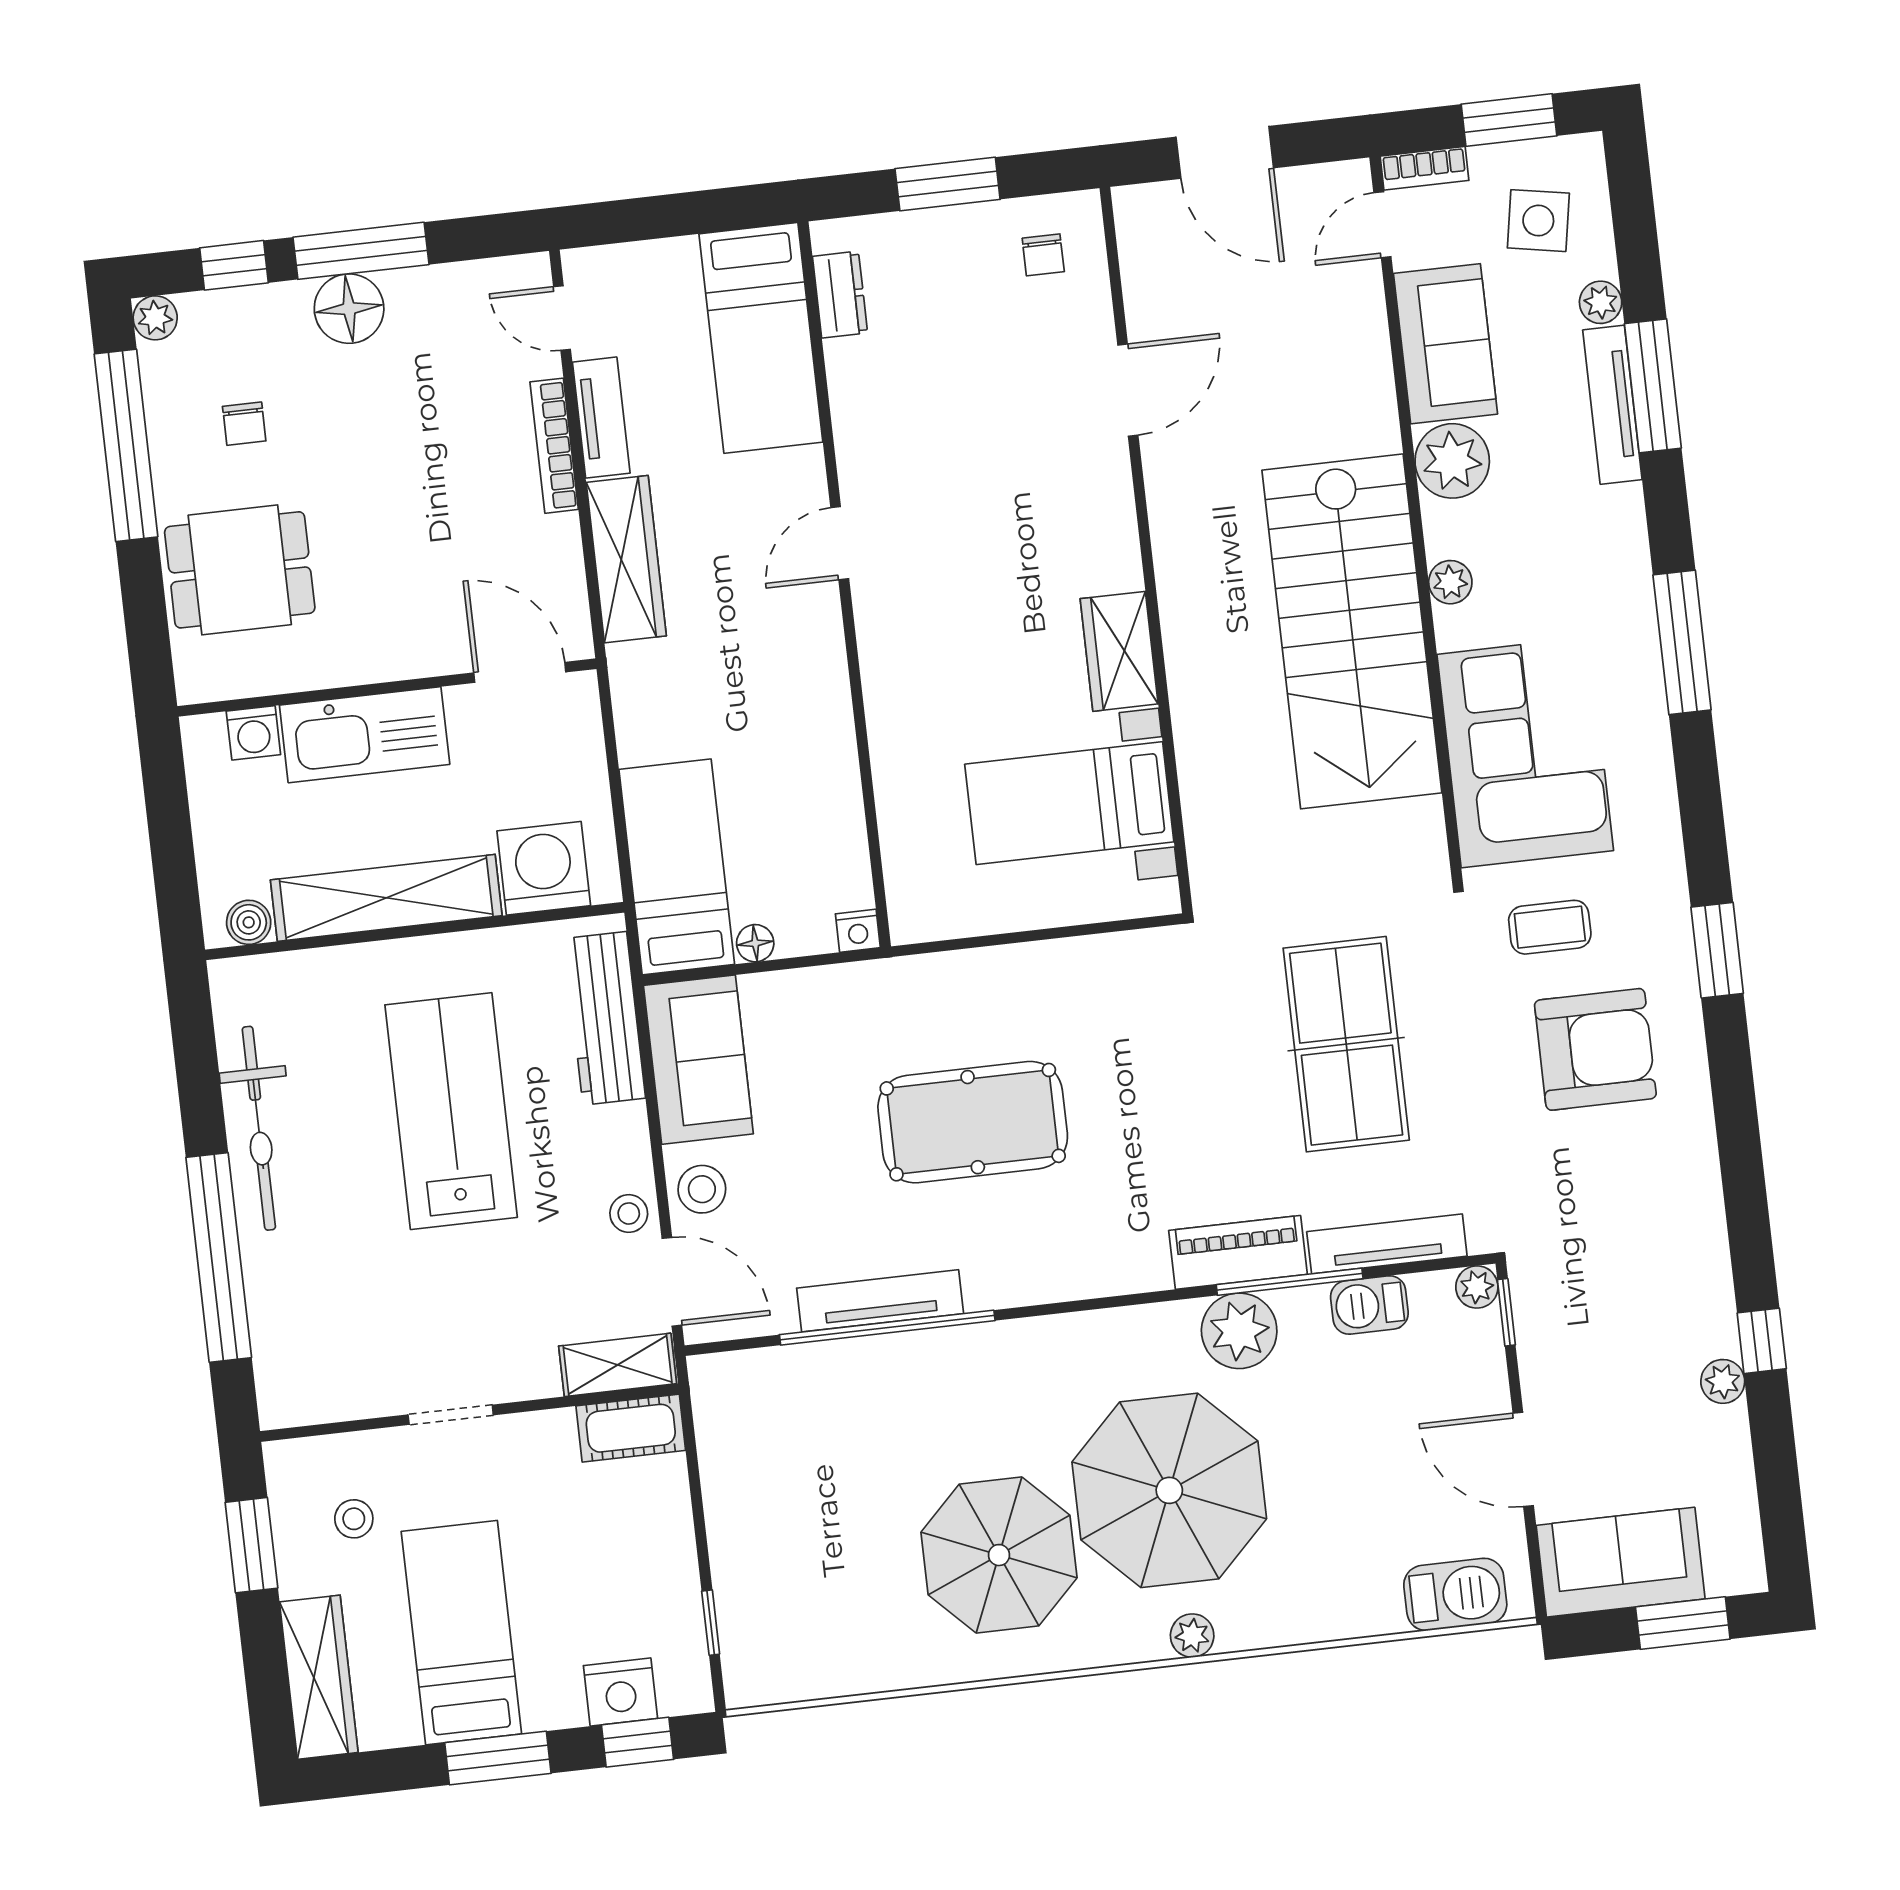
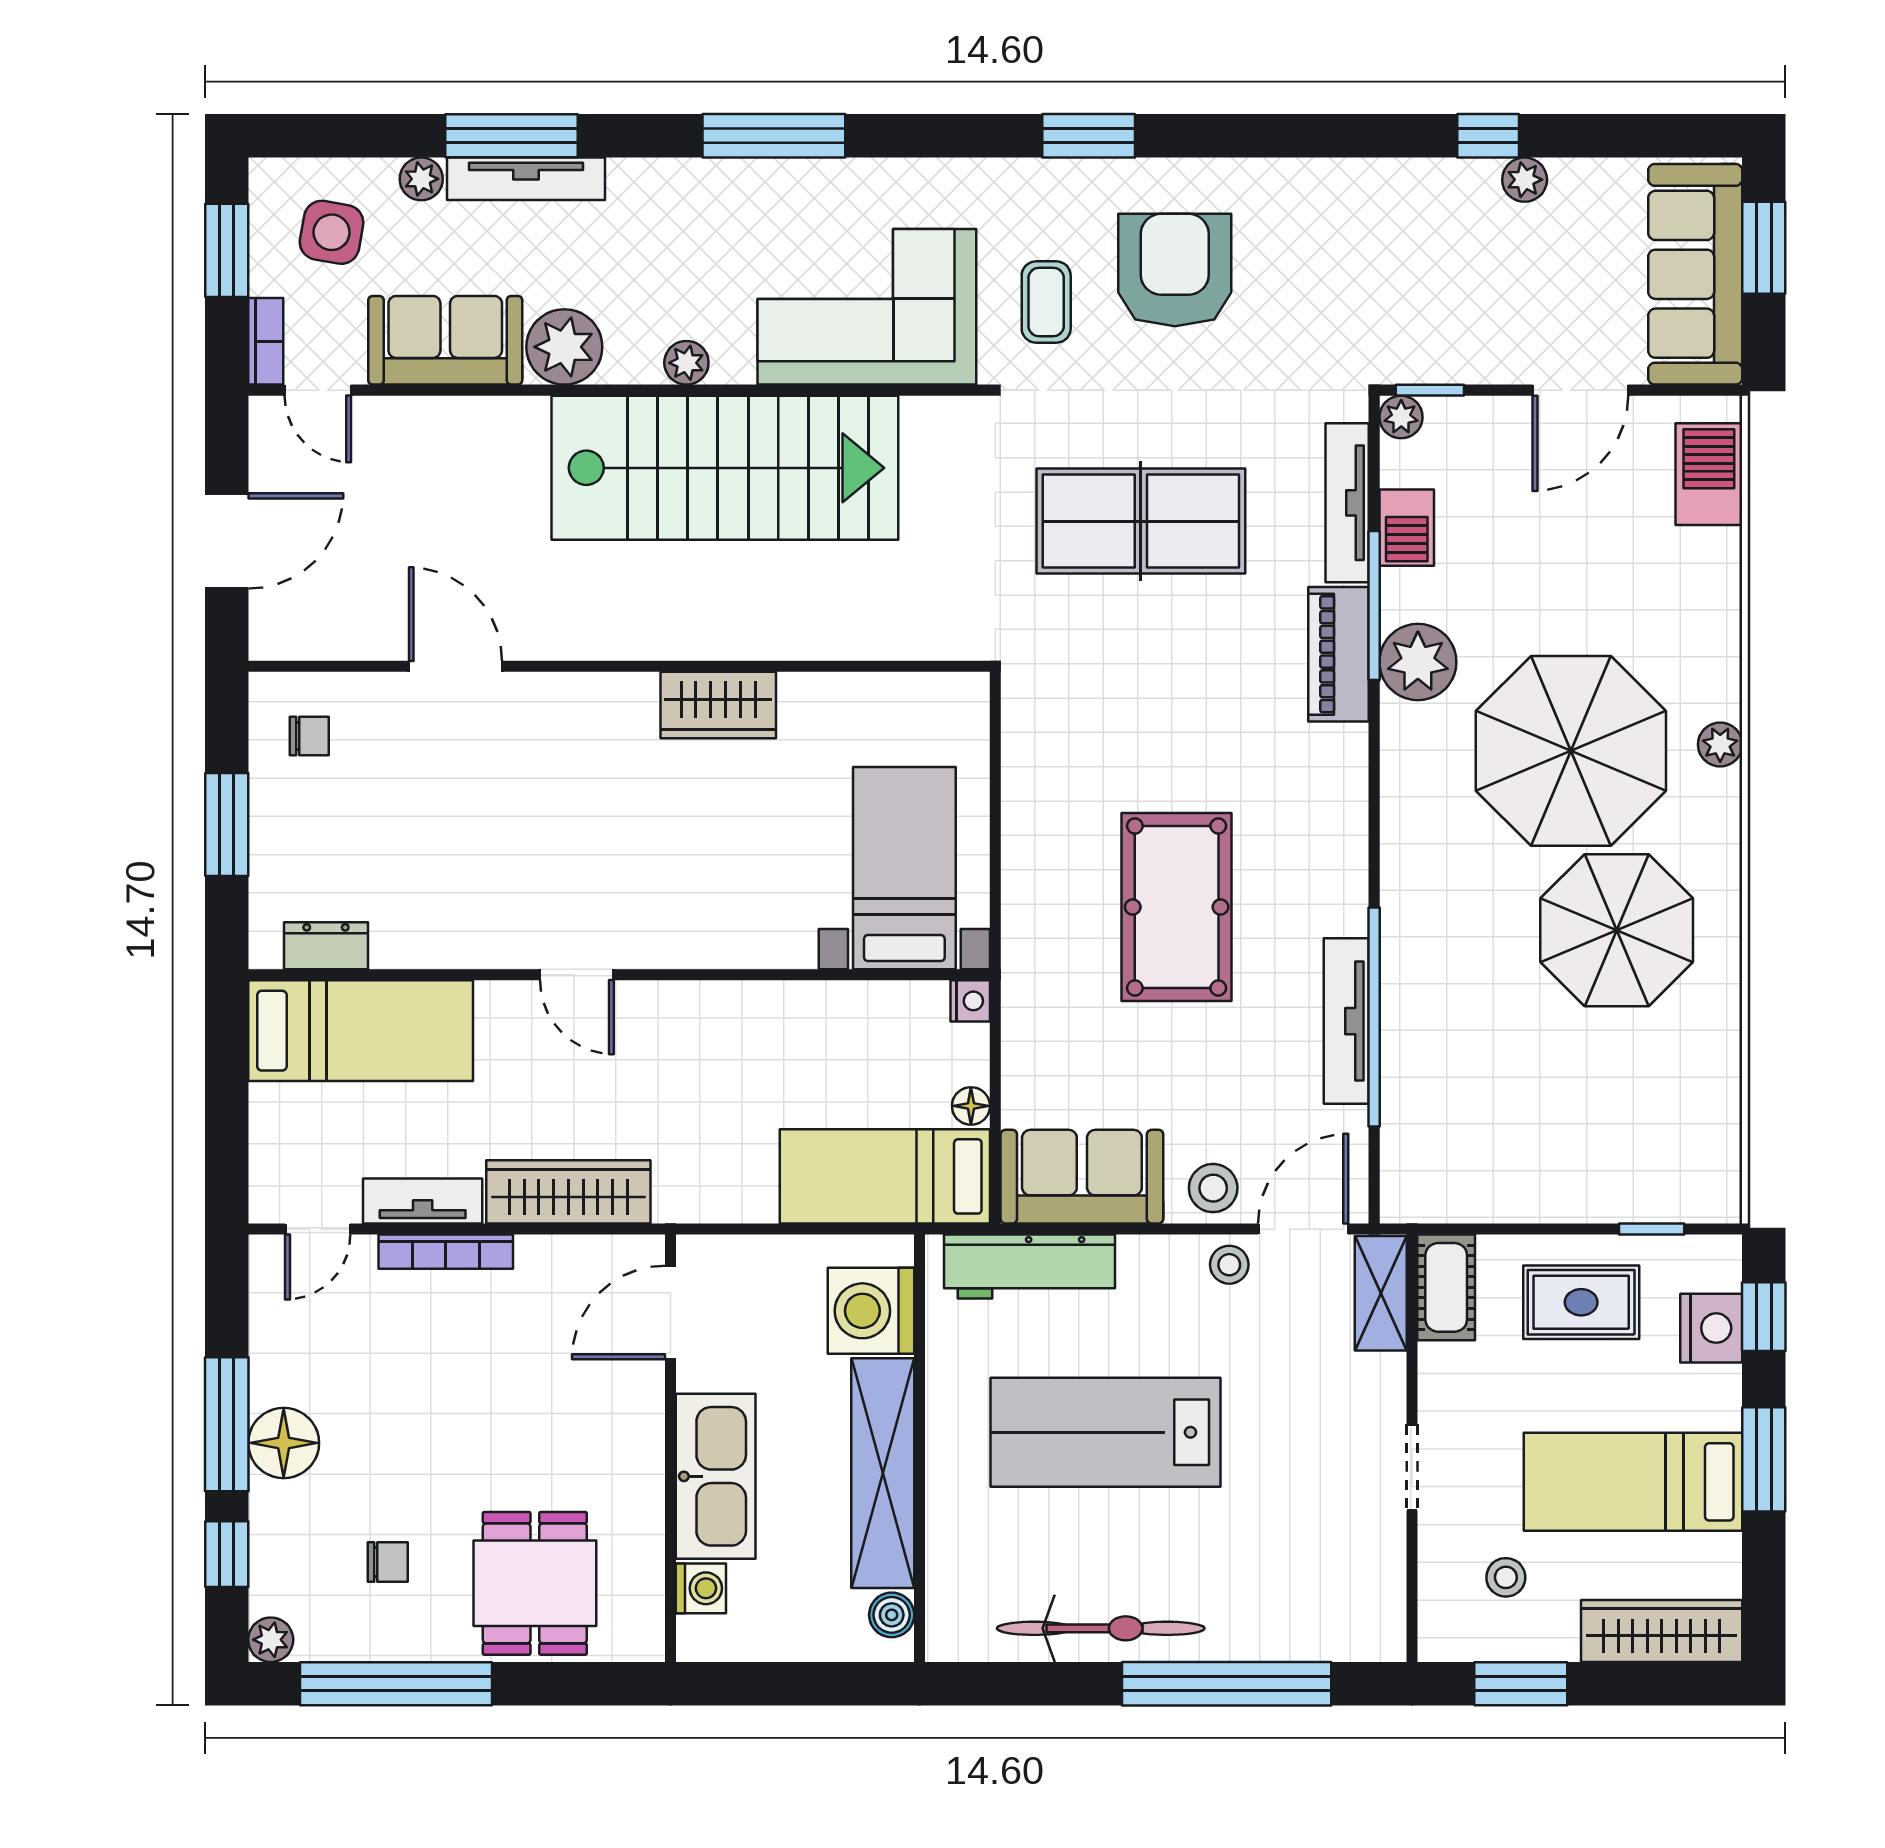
bed with nightstands: (1069, 803) -> (904, 868), moved, turned 180
rug: (631, 1562) -> (1581, 1302), added
sofa: (1621, 1562) -> (1695, 274), width x1.36

